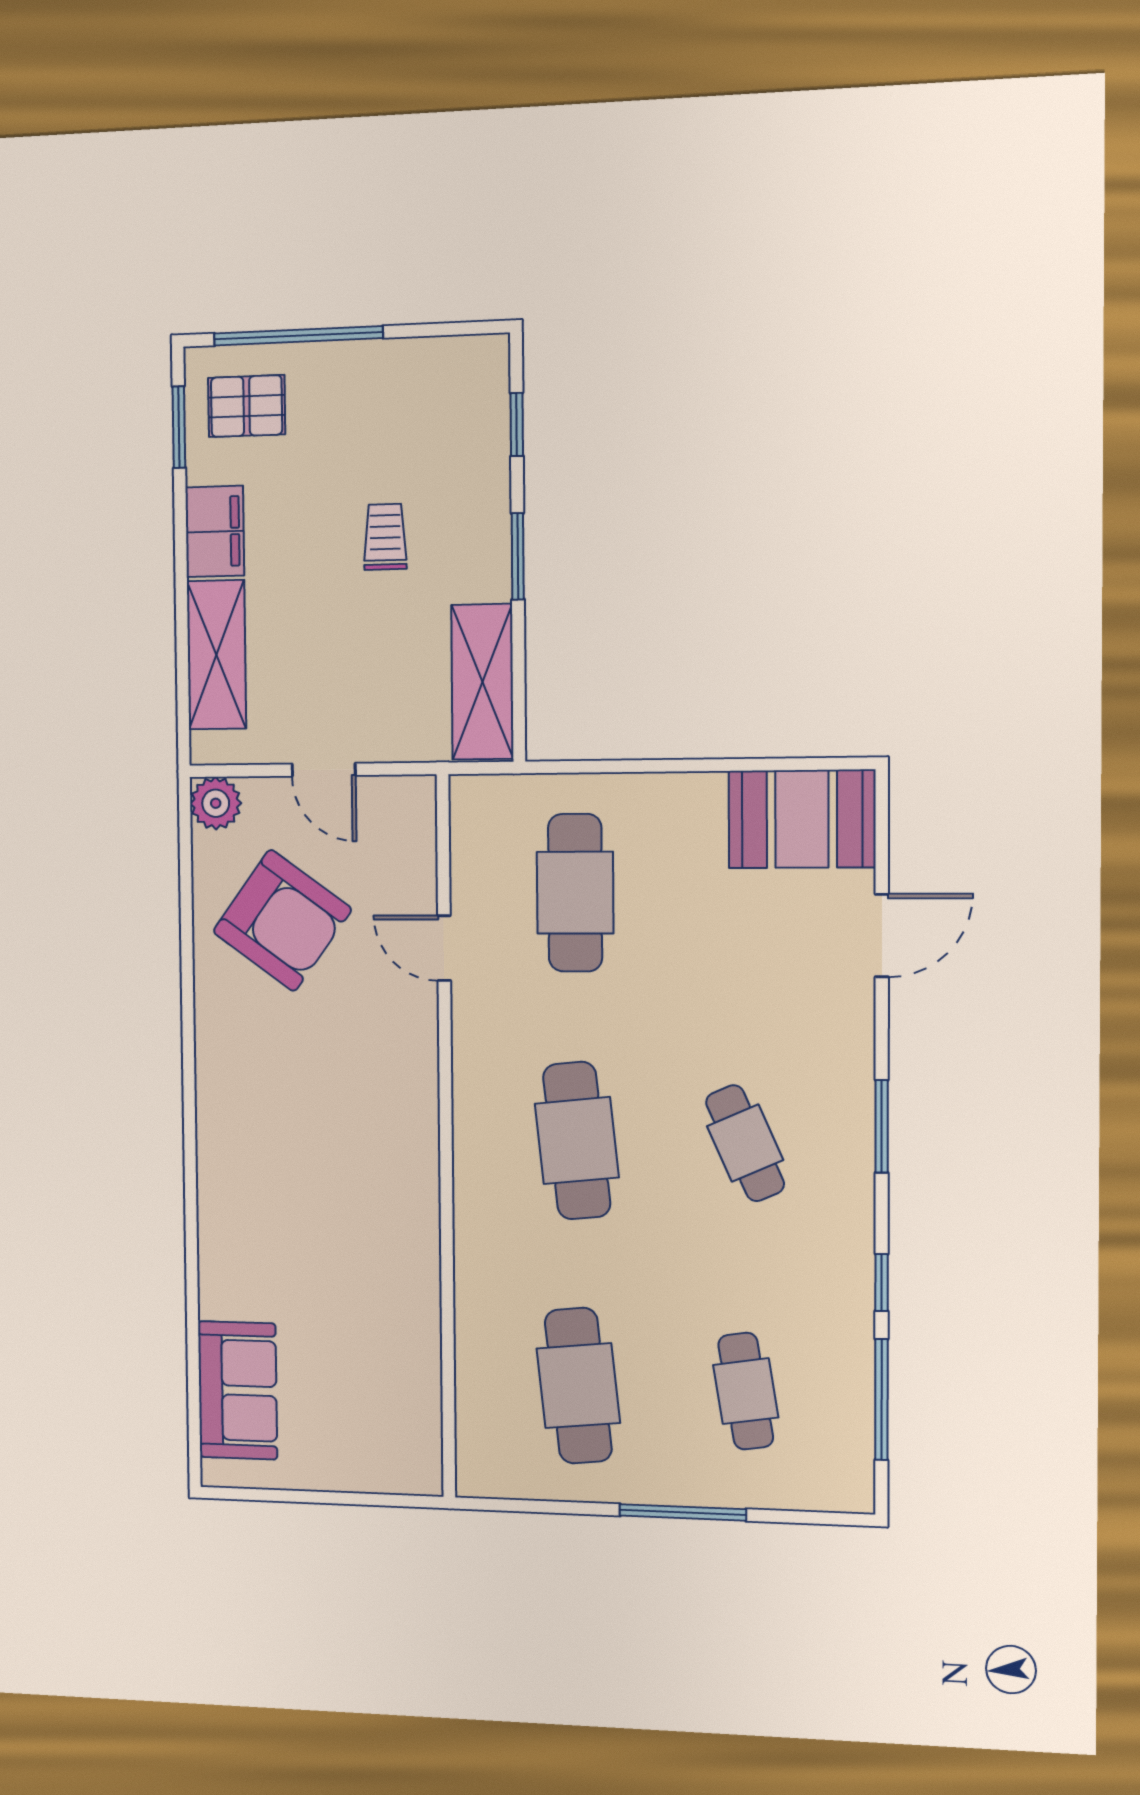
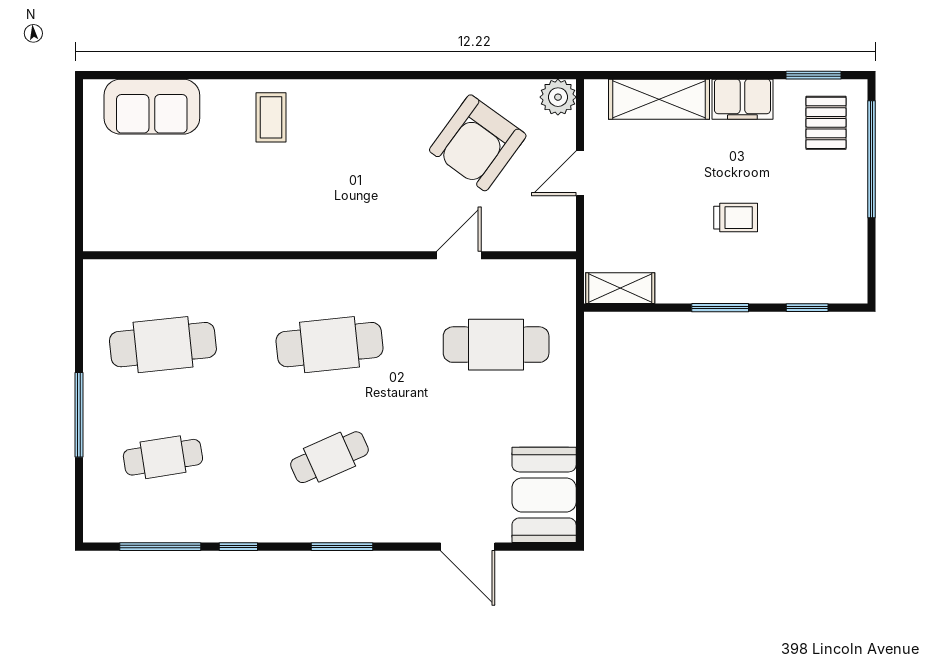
shelving: (482, 682) -> (620, 288), width x0.67, depth x0.75
coffee table: (250, 1220) -> (271, 117), added

